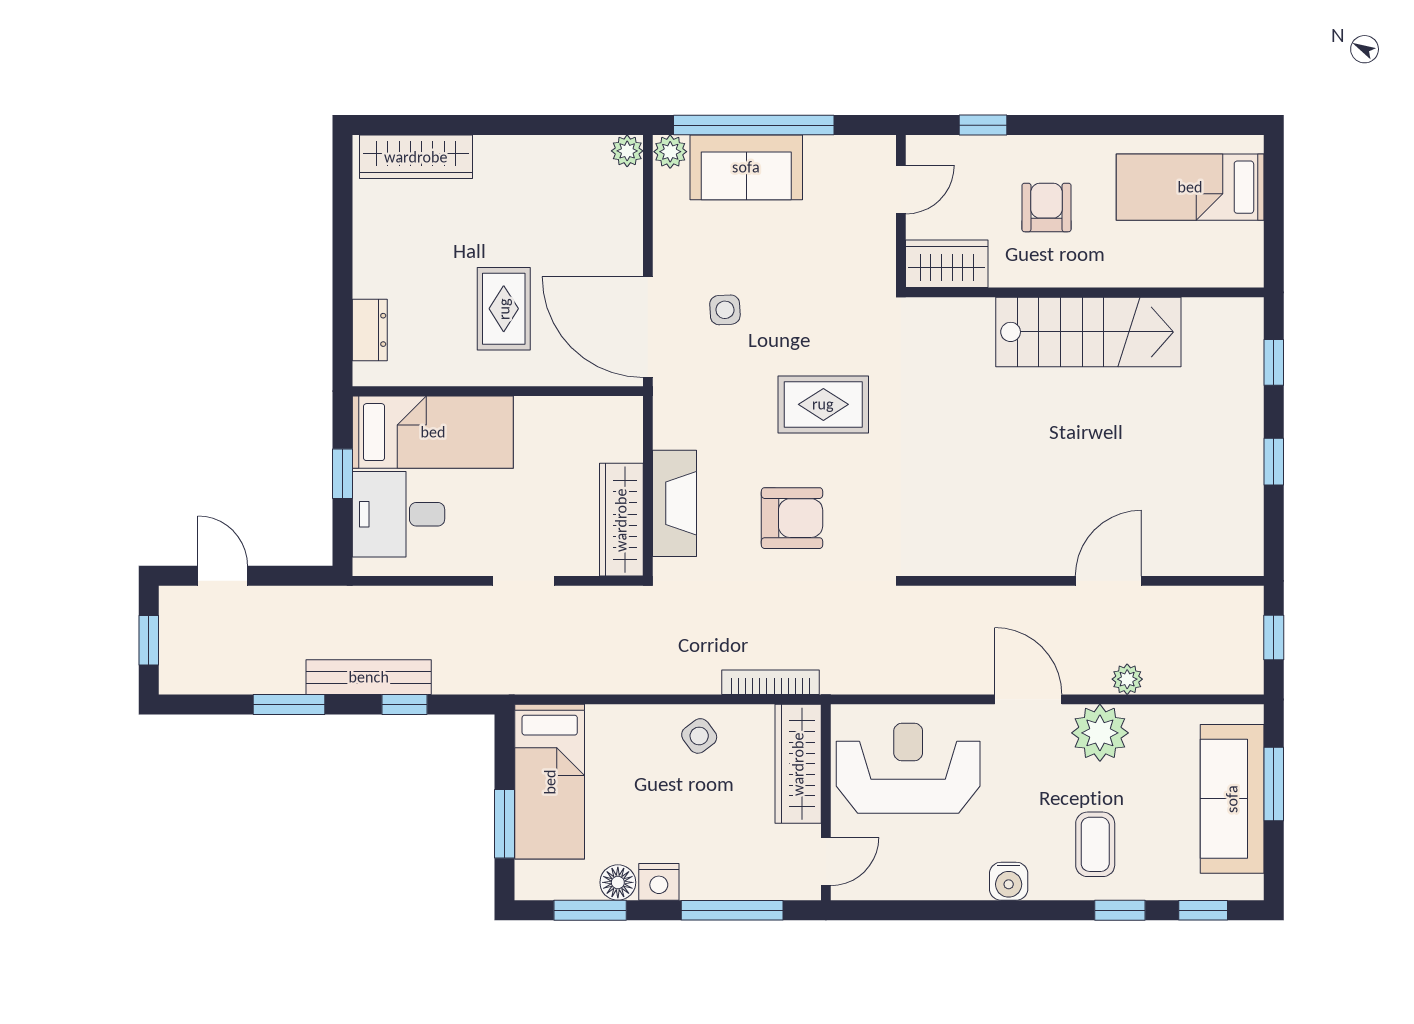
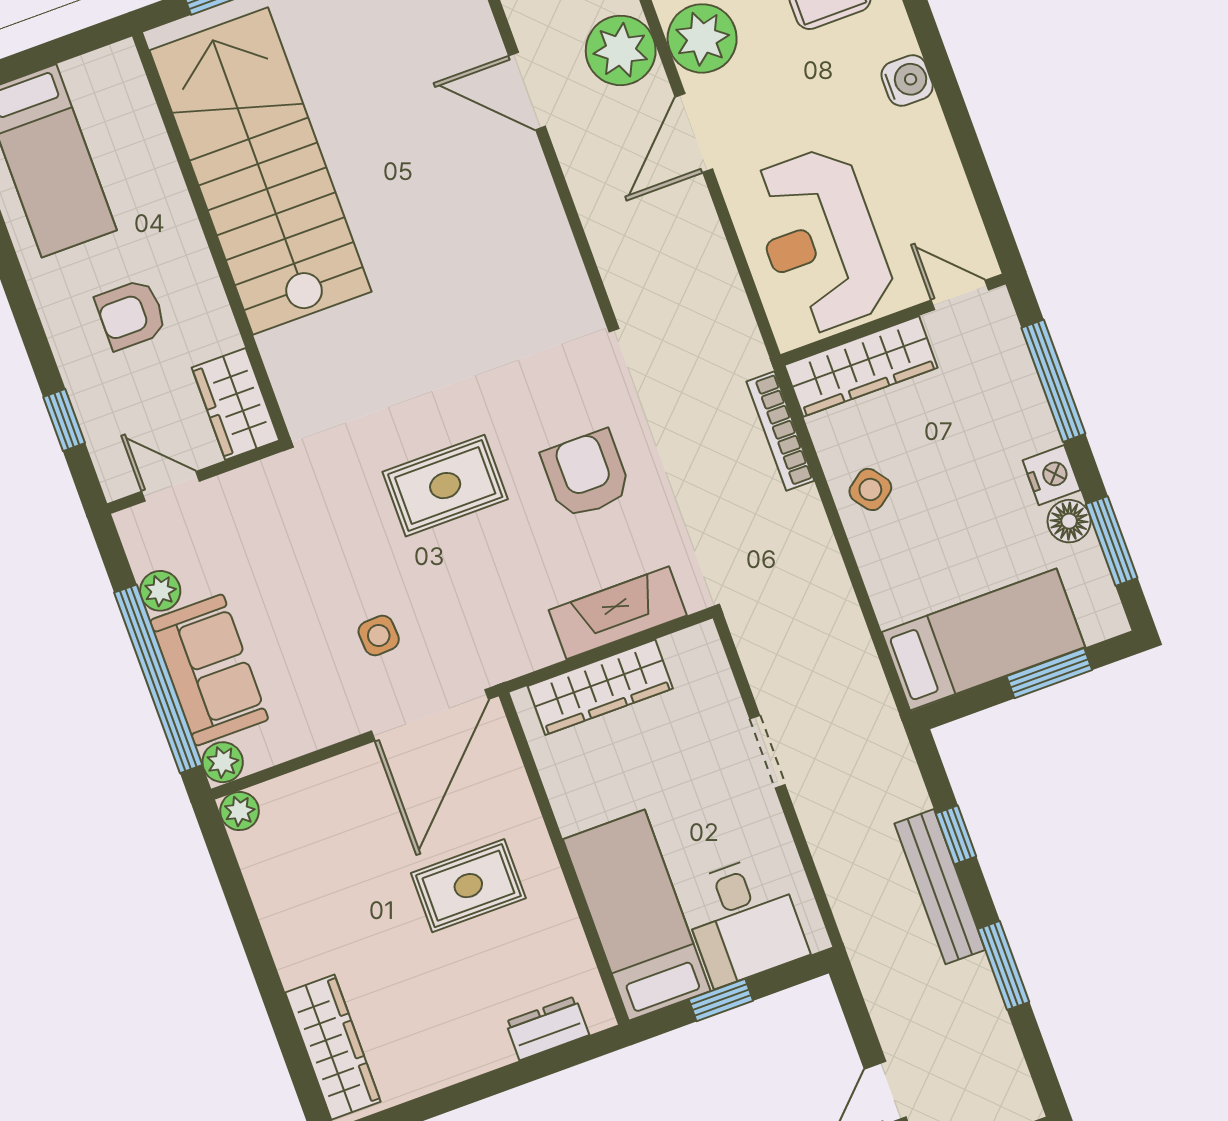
plant: (822, 152) -> (160, 591), added
stairs: (1088, 332) -> (260, 171), width x1.36, depth x1.51
rug: (823, 404) -> (445, 486), turned 90
wardrobe: (621, 520) -> (600, 687), moved
plant: (1127, 679) -> (621, 50), width x1.88, depth x1.88

